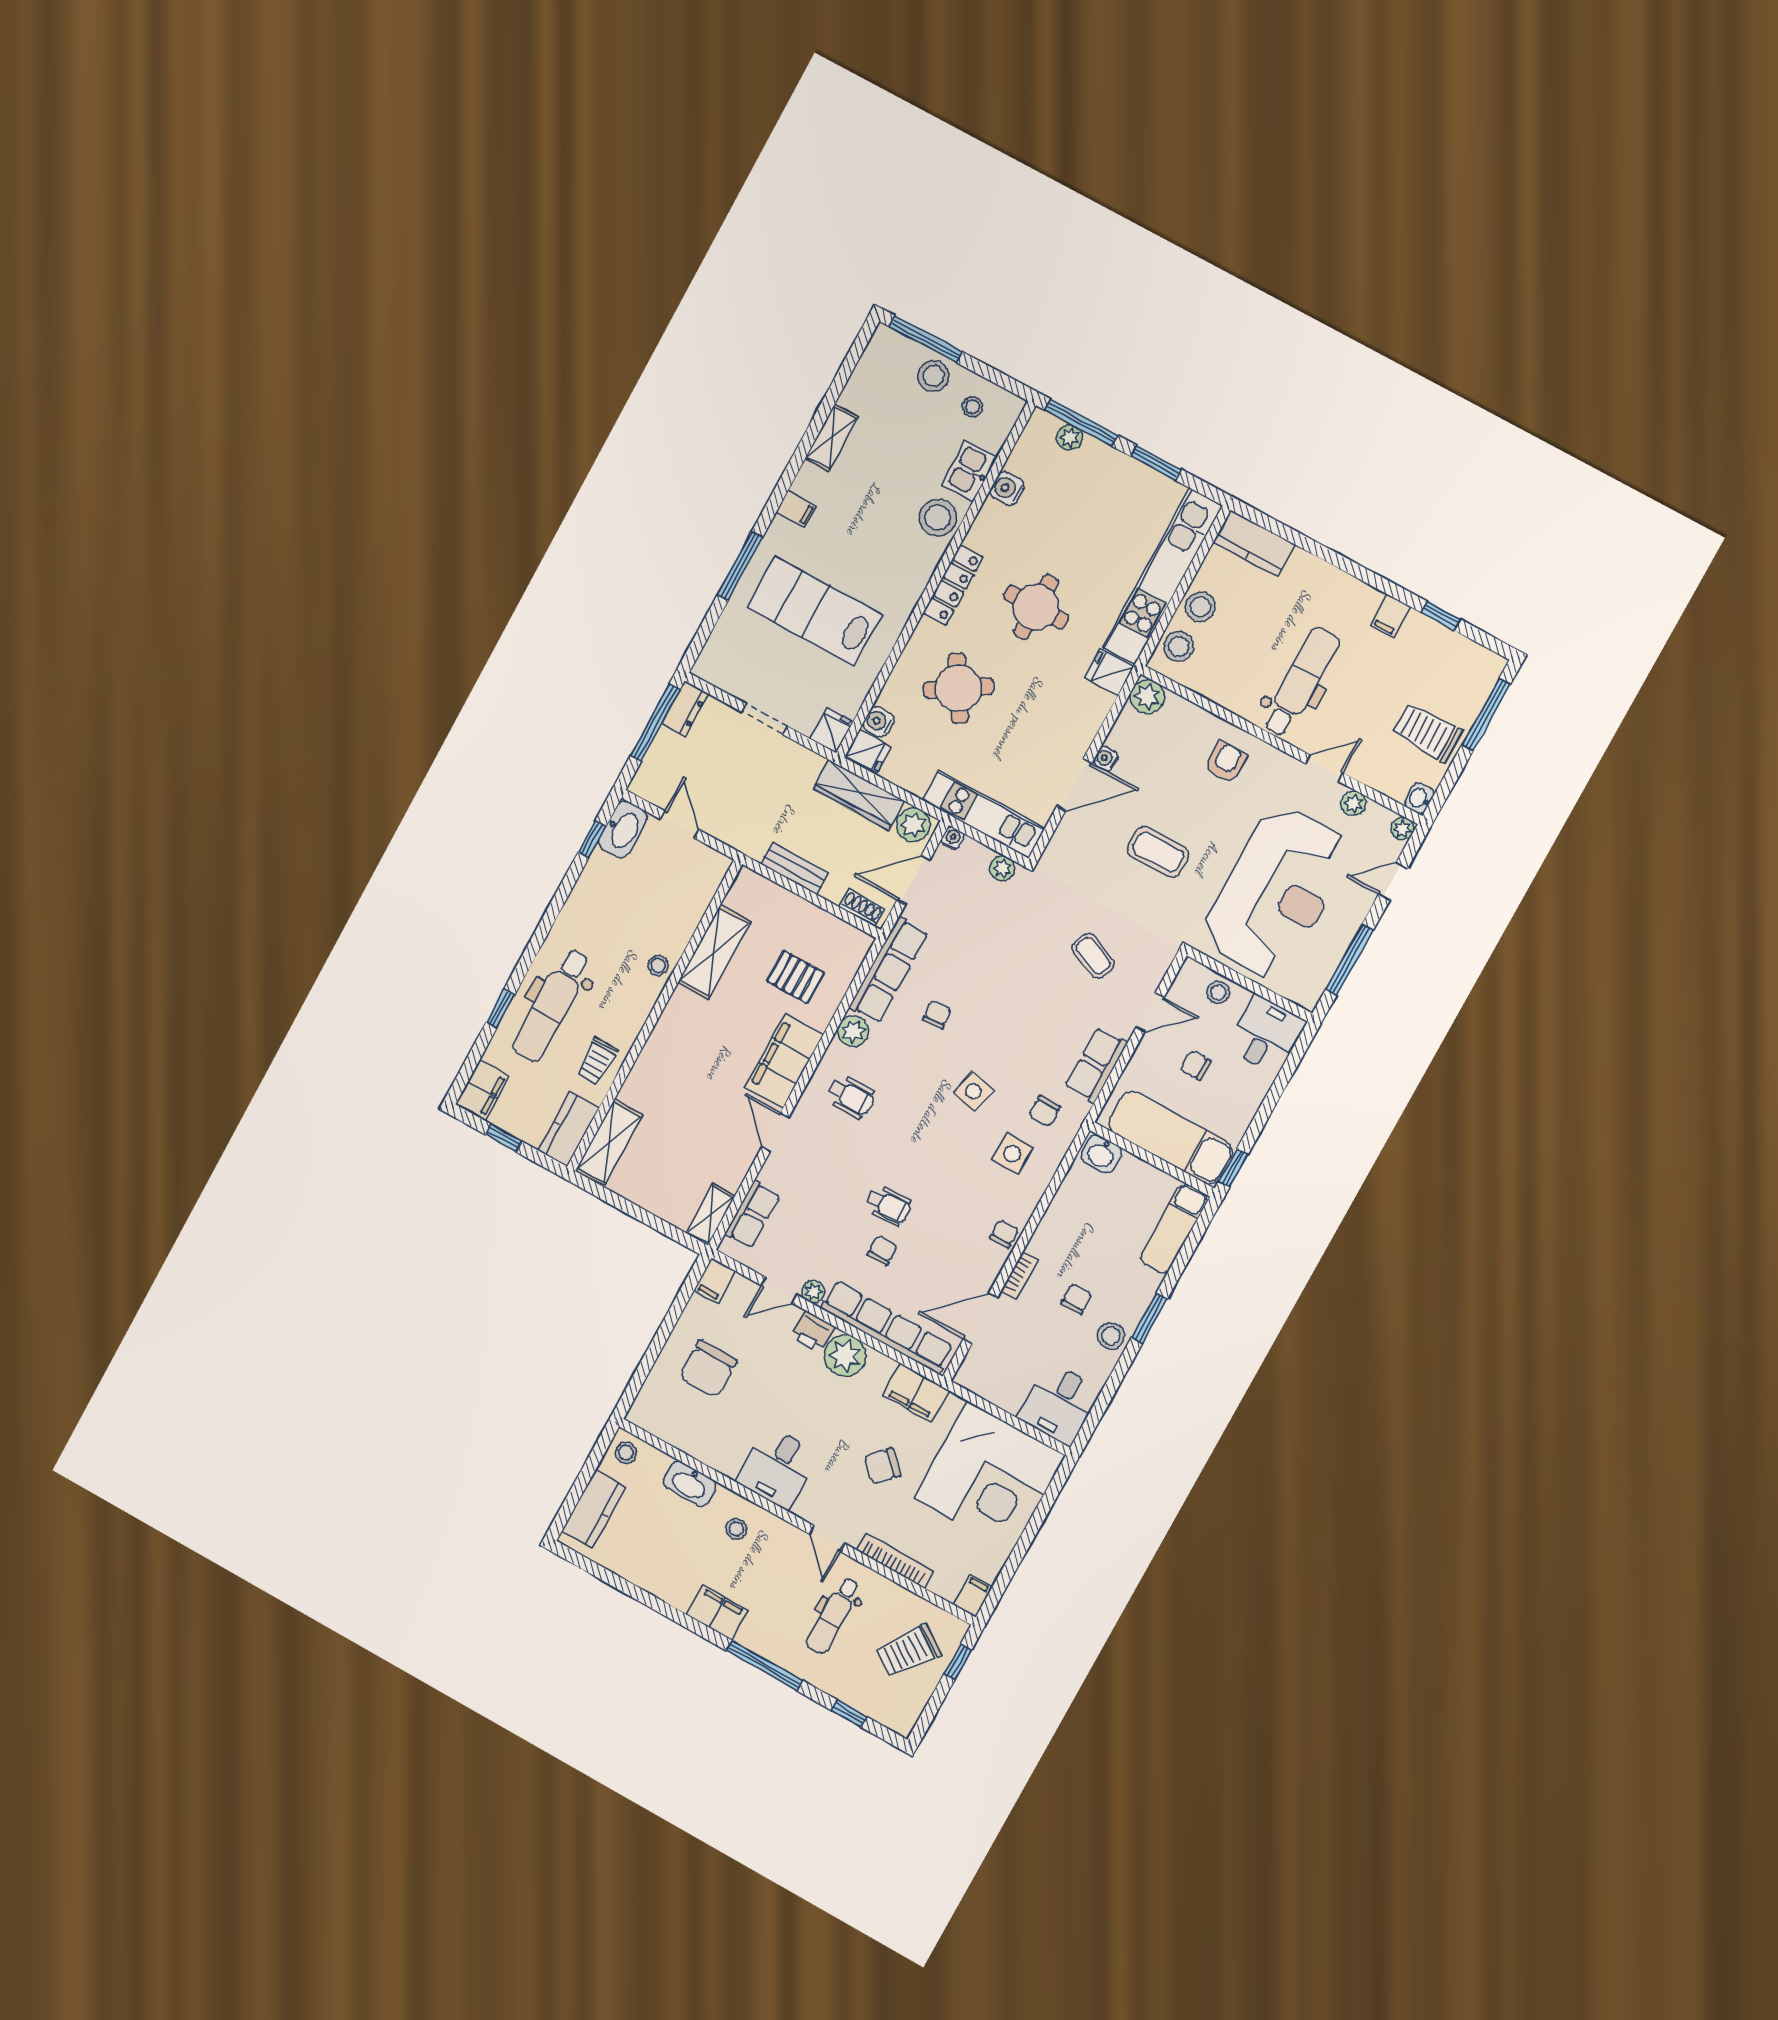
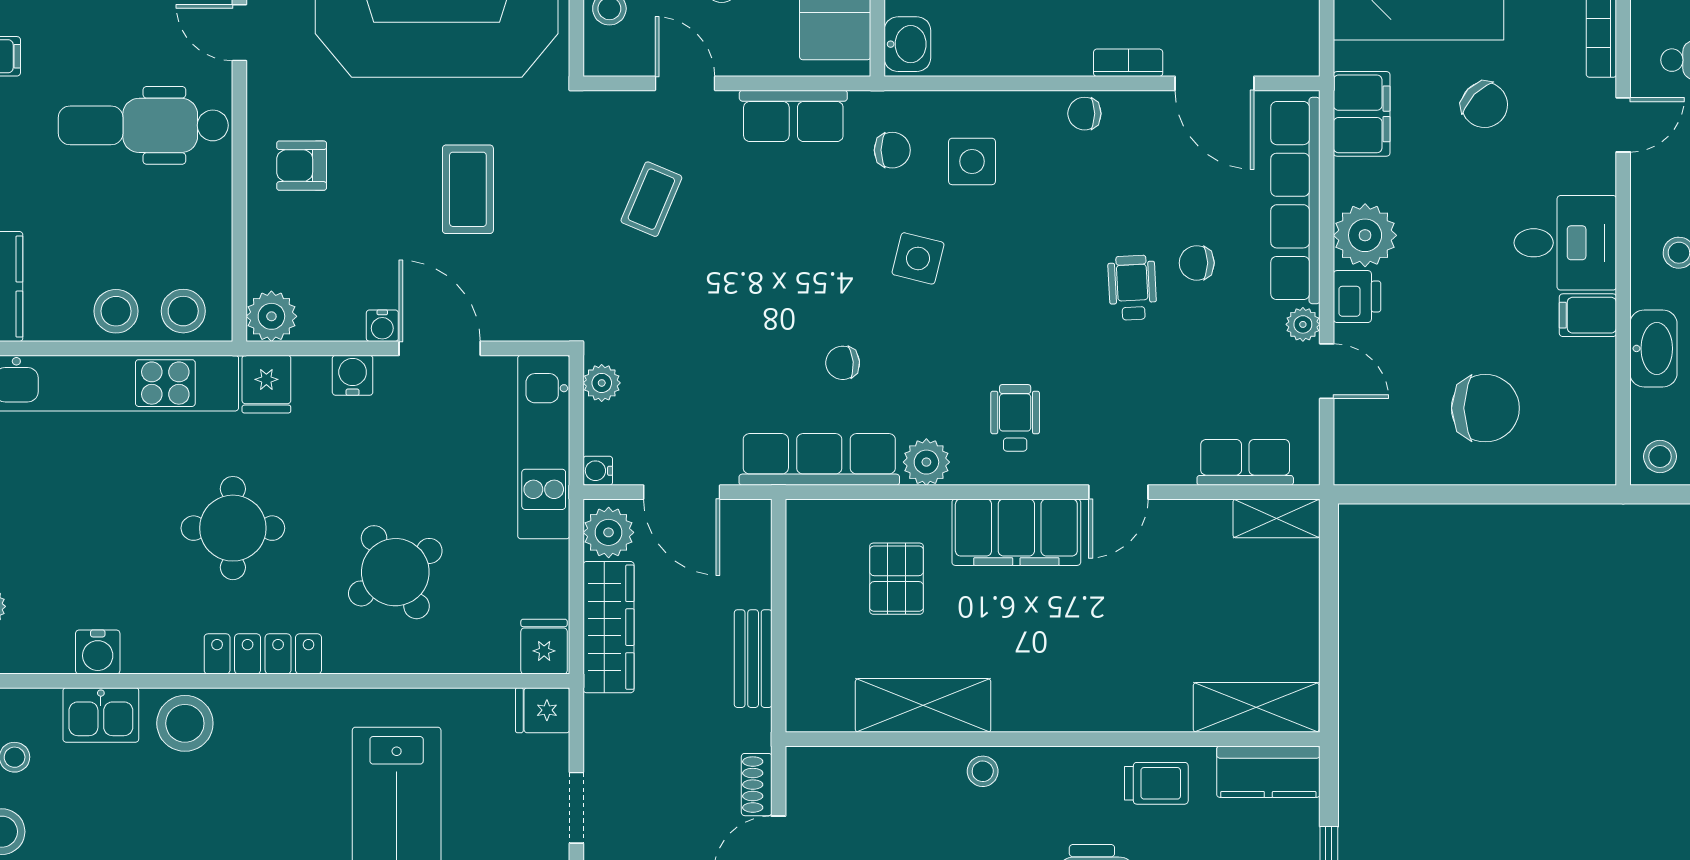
water cooler: (879, 722) -> (353, 375), moved, turned 180
shoe rack: (862, 908) -> (757, 785), moved
filing cabinet: (715, 1281) -> (1588, 315), moved, turned 180

